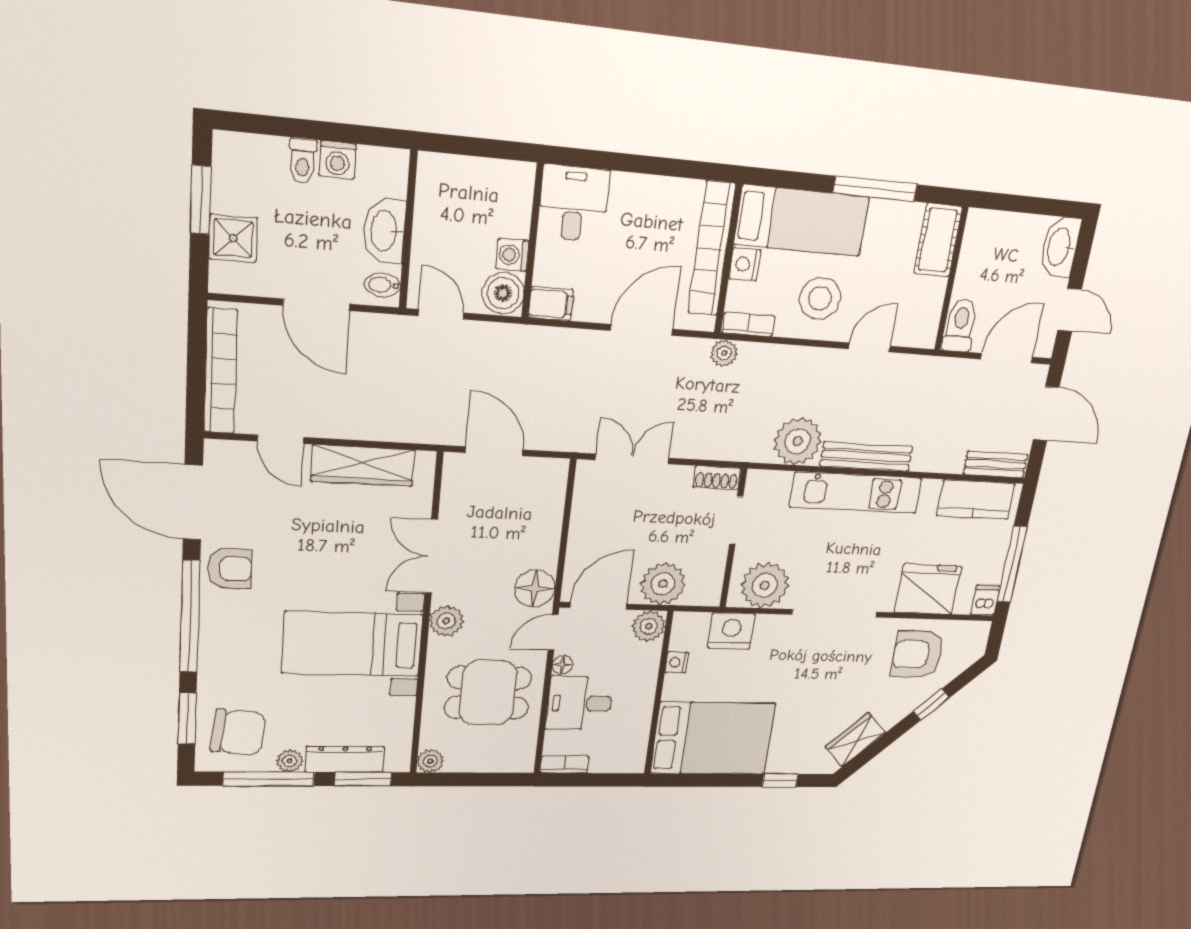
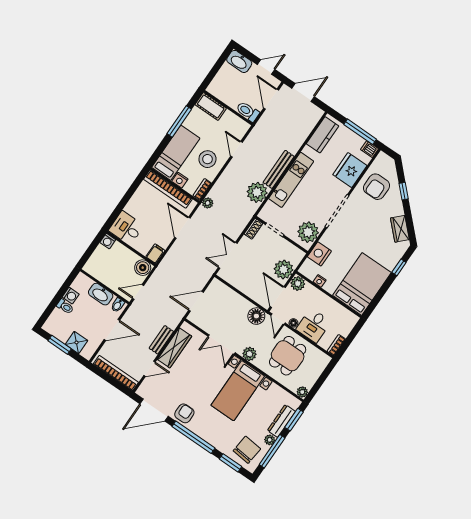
washing machine: (512, 255) -> (108, 241), moved
bench: (995, 464) -> (161, 340), moved

